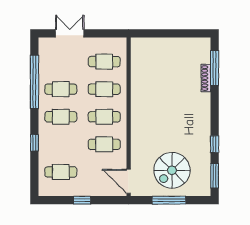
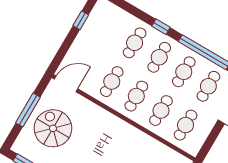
cafe table: (61, 62) -> (208, 86), added
window: (34, 143) -> (161, 27), moved
cafe table: (61, 172) -> (135, 43), moved
window: (82, 200) -> (81, 20), moved

